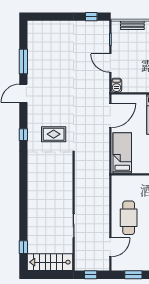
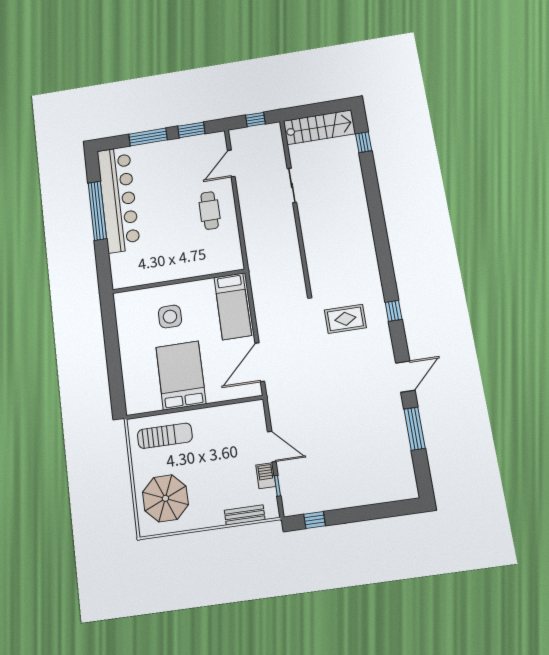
barbecue: (117, 85) -> (266, 476), moved
cafe table: (129, 218) -> (210, 211), width x0.73, depth x0.74

